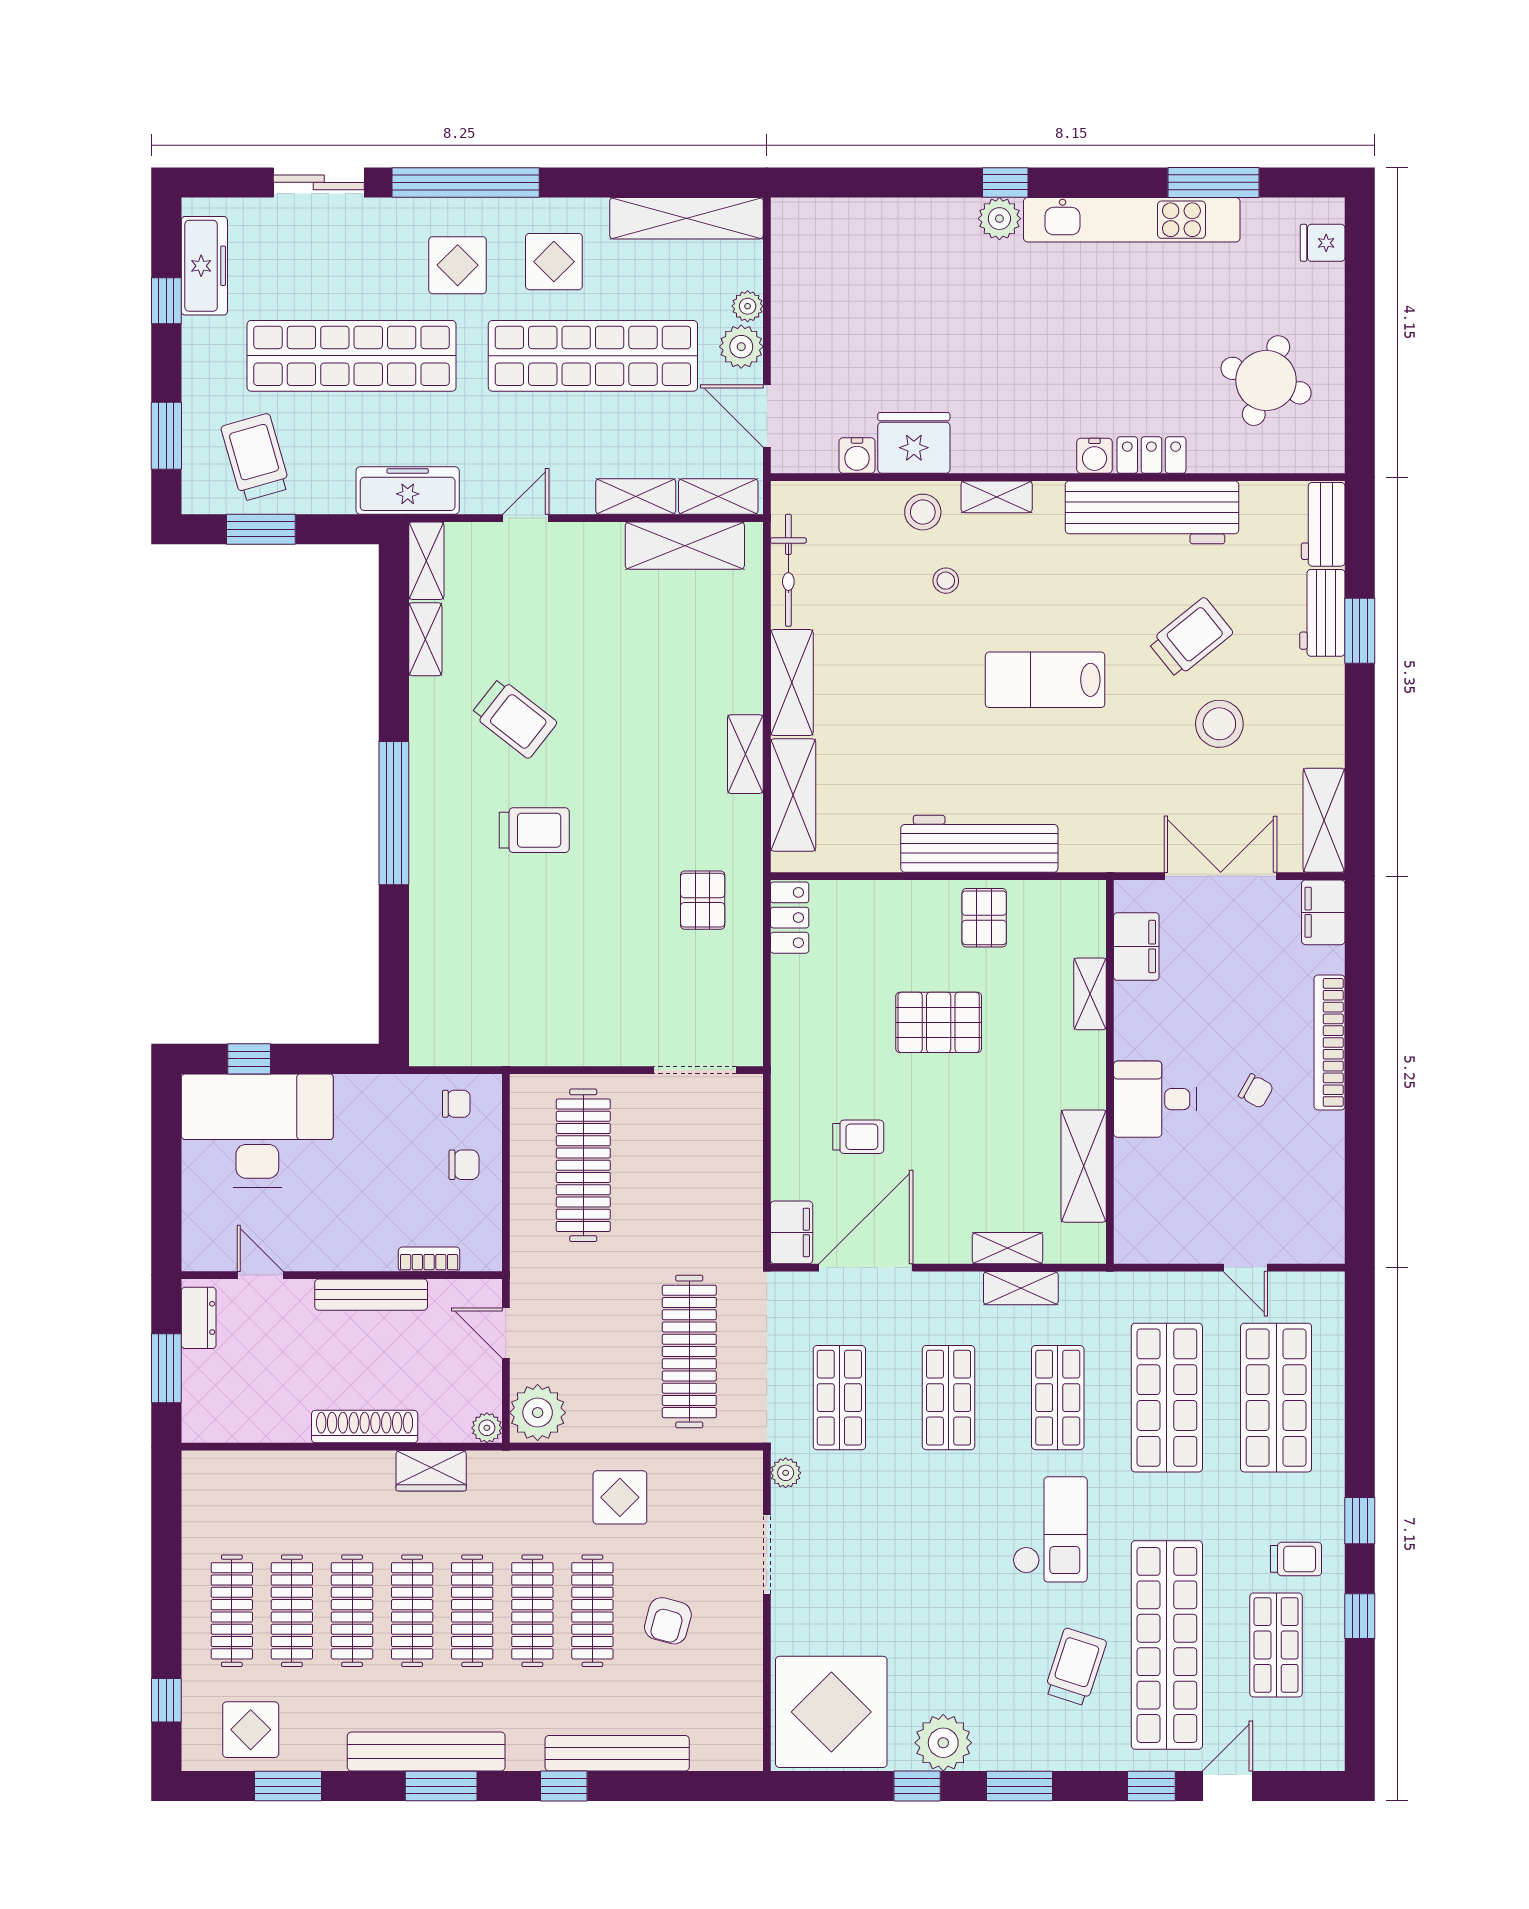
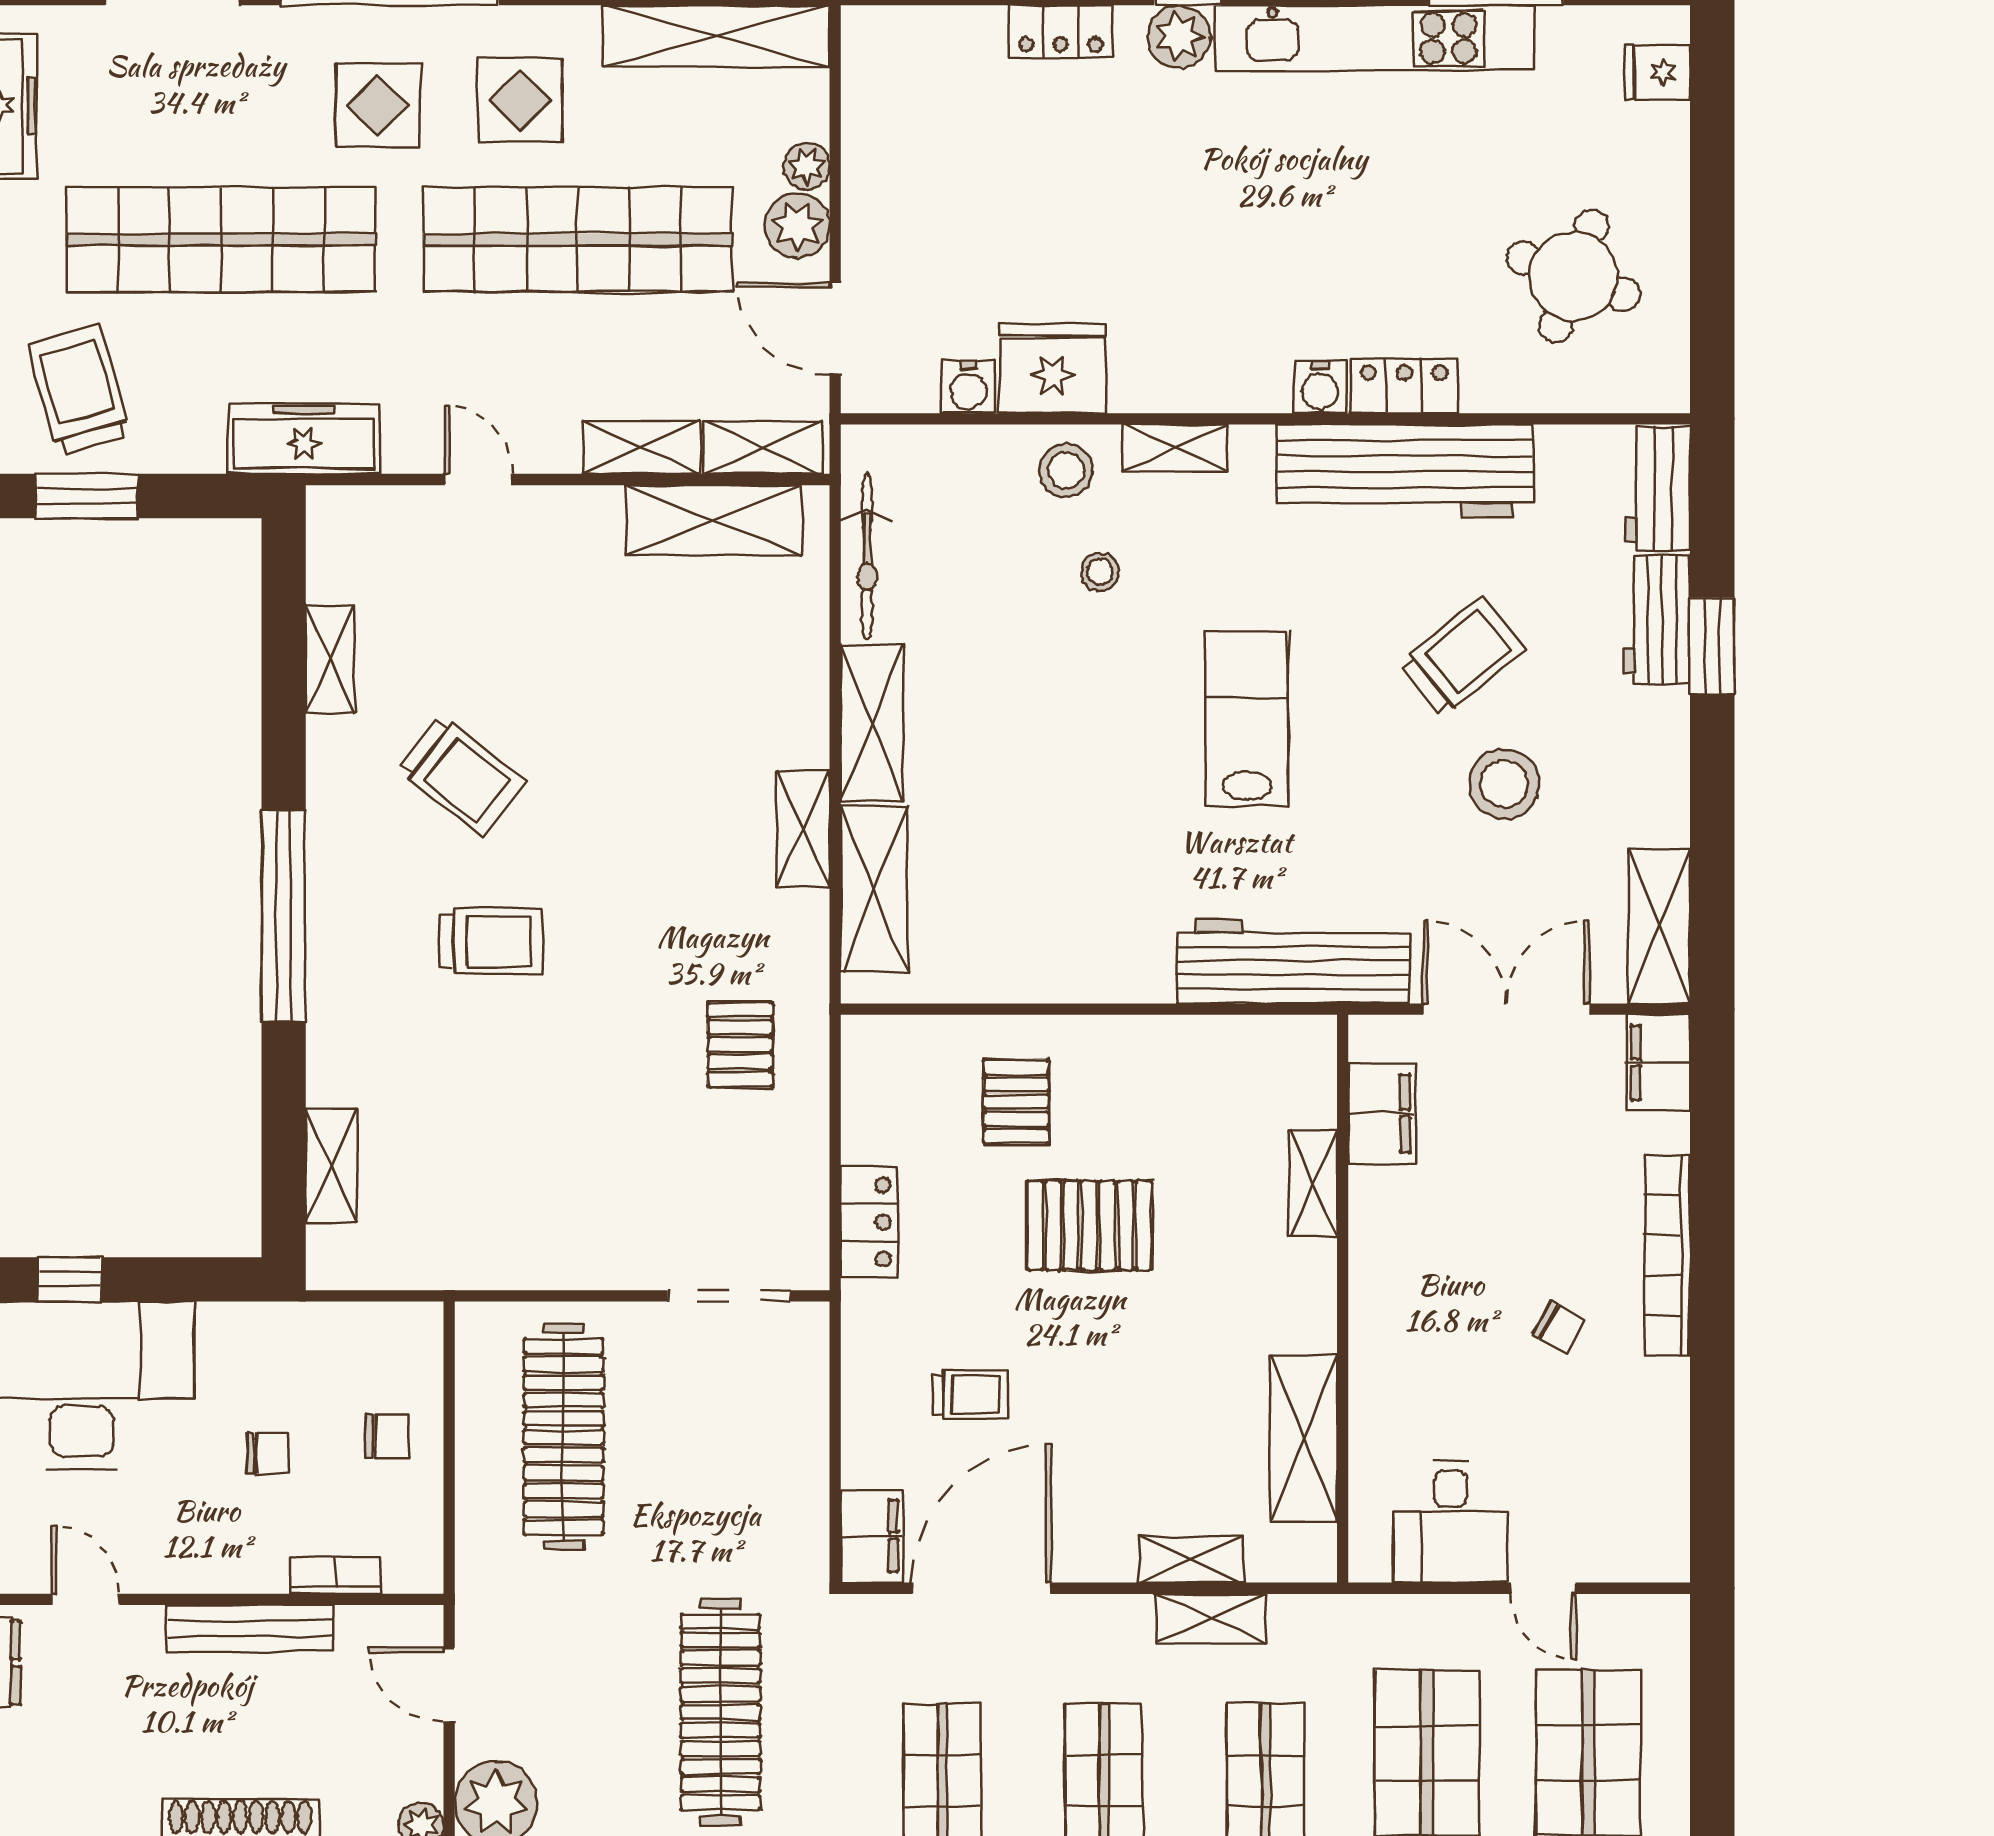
locker: (919, 215) -> (1060, 31), added
door: (526, 518) -> (479, 479), hinge flipped
shelving: (426, 561) -> (332, 1166), moved
lab bench: (1045, 680) -> (1247, 719), turned 90
workbench: (979, 844) -> (1293, 961), moved
locker: (790, 918) -> (869, 1222), moved
pallet: (984, 918) -> (1016, 1102), moved
desk: (1155, 1099) -> (1451, 1522), moved, turned -90
chair: (456, 1104) -> (267, 1453), moved

